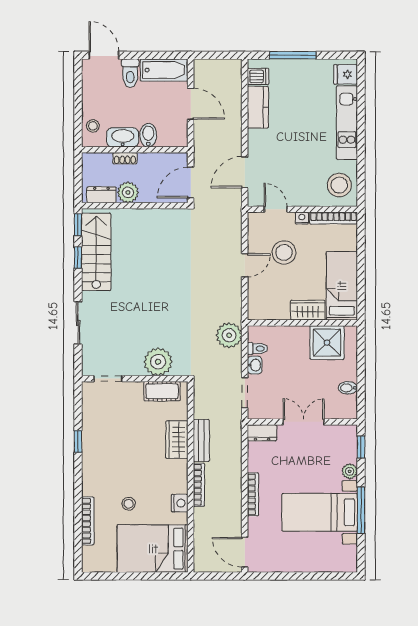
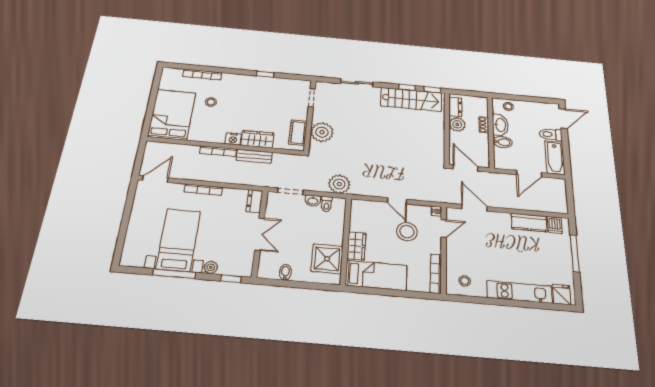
stool: (339, 185) -> (465, 281), width x0.53, depth x0.53
nightstand: (302, 218) -> (436, 211), moved
nightstand: (180, 503) -> (233, 139), moved

